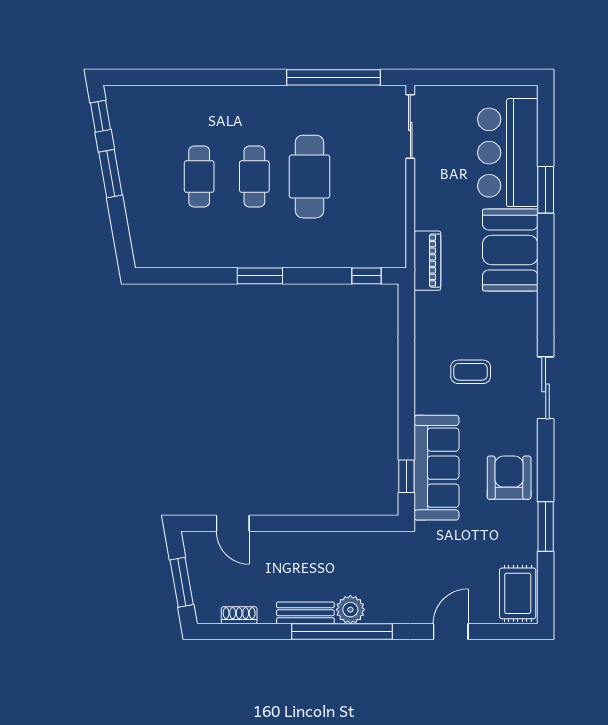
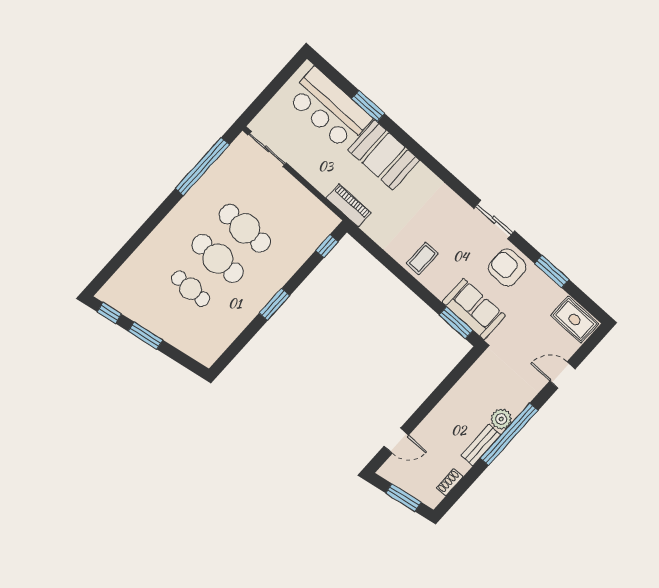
cafe table: (254, 177) -> (218, 259), width x1.37, depth x1.35
coffee table: (471, 372) -> (422, 258), moved
sliding door: (546, 388) -> (494, 220), moved
sofa: (436, 468) -> (474, 309), width x0.73
window: (406, 476) -> (456, 323), width x1.50
door: (451, 632) -> (563, 375), hinge flipped

